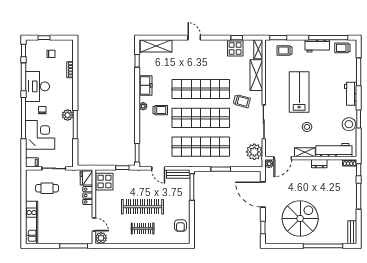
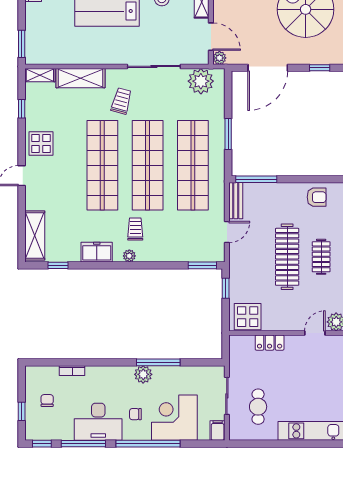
display table: (235, 48) -> (41, 143), moved
trolley: (285, 51) -> (42, 34), removed
fridge: (86, 178) -> (242, 345), removed

